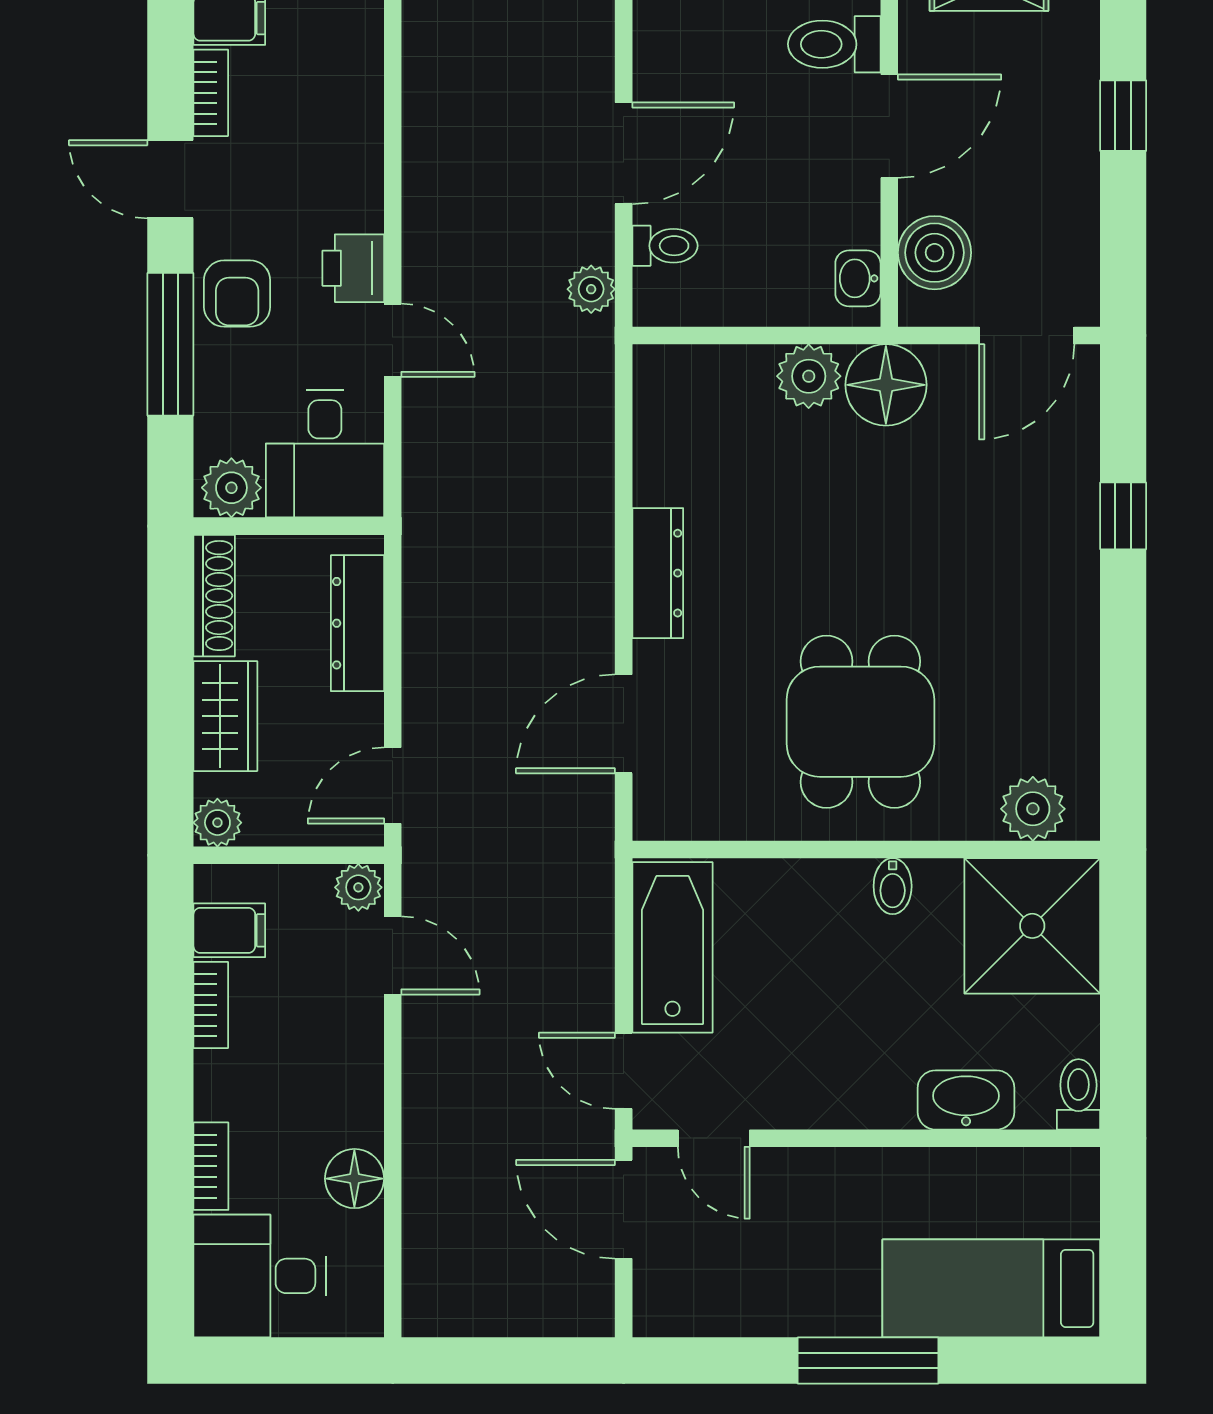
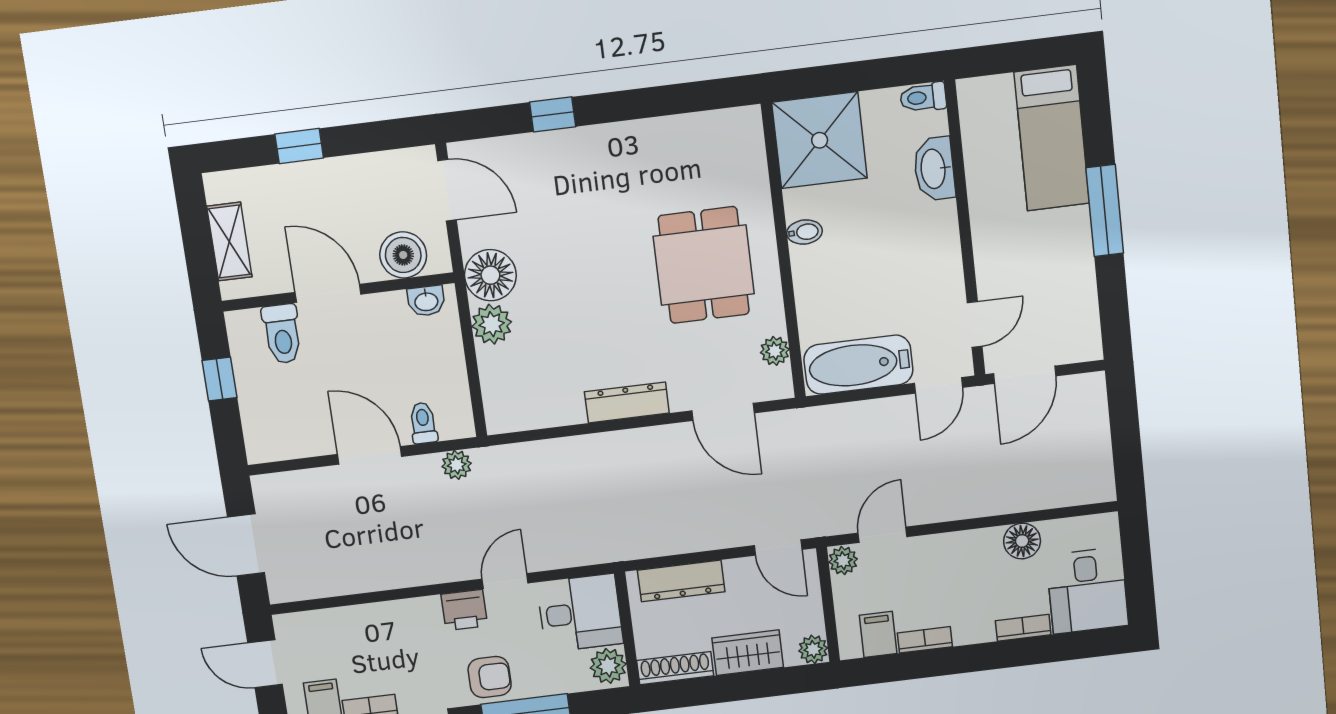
dining table: (860, 722) -> (704, 265), turned 90
plant: (1033, 809) -> (775, 351), moved, width x0.73, depth x0.73

